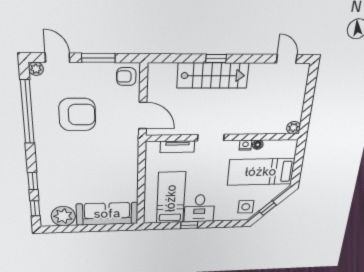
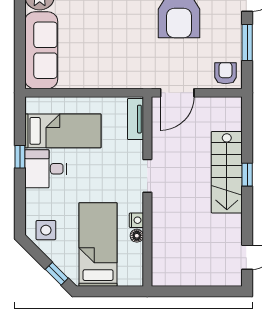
plant: (293, 128) -> (160, 278), removed
tv unit: (177, 147) -> (135, 119), moved
window: (268, 208) -> (57, 274), moved

